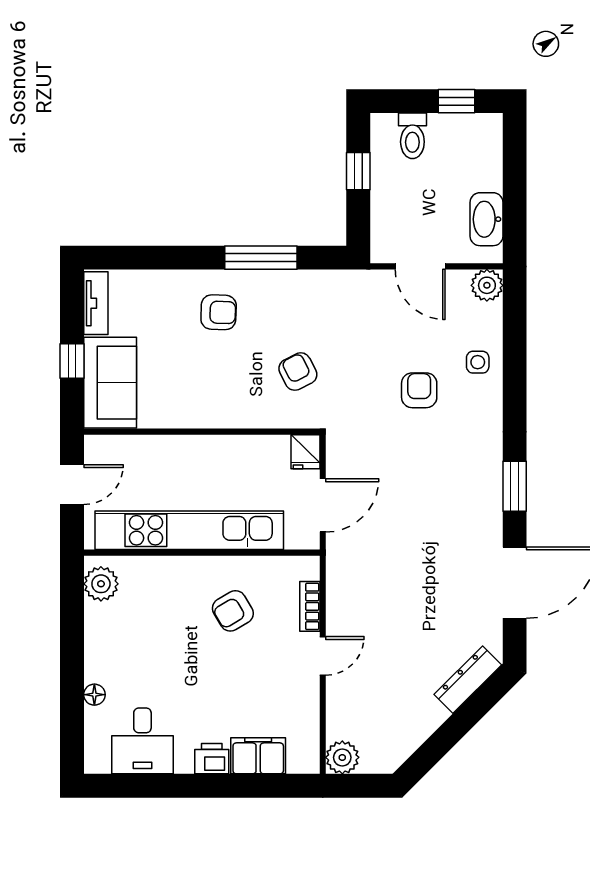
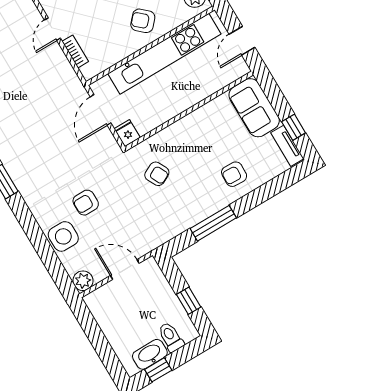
washbasin: (487, 219) -> (150, 354), moved, turned -90
armchair: (219, 312) -> (234, 174), moved
window: (72, 361) -> (294, 127), moved
side table: (478, 362) -> (63, 236), width x1.87, depth x1.87
armchair: (419, 390) -> (86, 203), turned 90
armchair: (233, 611) -> (143, 21), moved, turned -107

